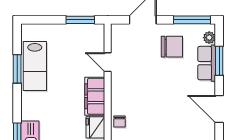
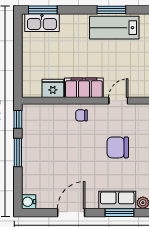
chair: (172, 47) -> (118, 147), moved, turned 90
chair: (119, 122) -> (82, 115), moved

